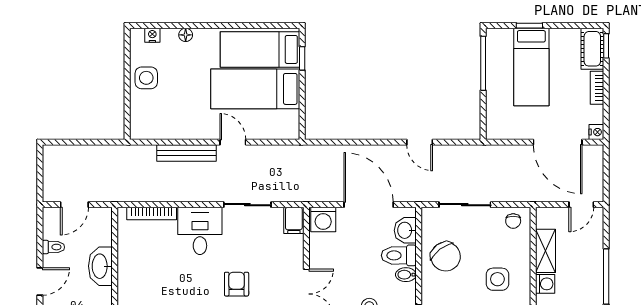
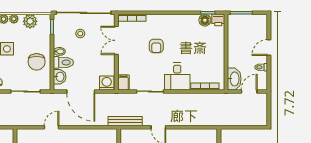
door: (420, 142) -> (51, 127), hinge flipped
bench: (186, 153) -> (125, 121), moved
chair: (446, 256) -> (37, 62), turned -143
washbasin: (100, 266) -> (234, 79), moved

